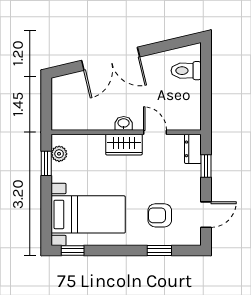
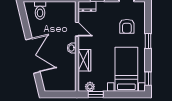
door: (155, 132) -> (77, 29), swing flipped
wardrobe: (124, 145) -> (84, 60), moved
window: (159, 251) -> (148, 41), moved

